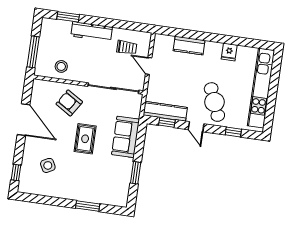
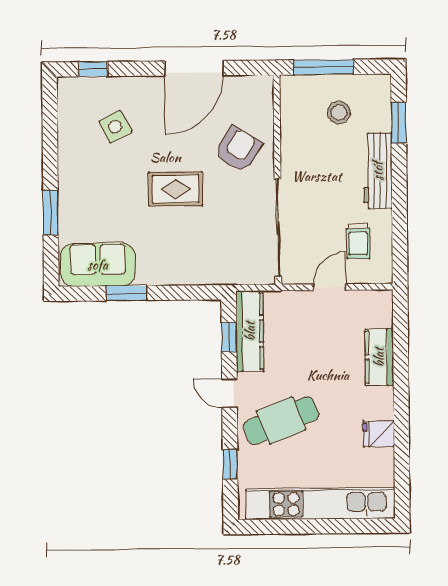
stool: (61, 66) -> (339, 112), moved
door: (196, 127) -> (230, 393), hinge flipped
sofa: (126, 137) -> (98, 265), moved

